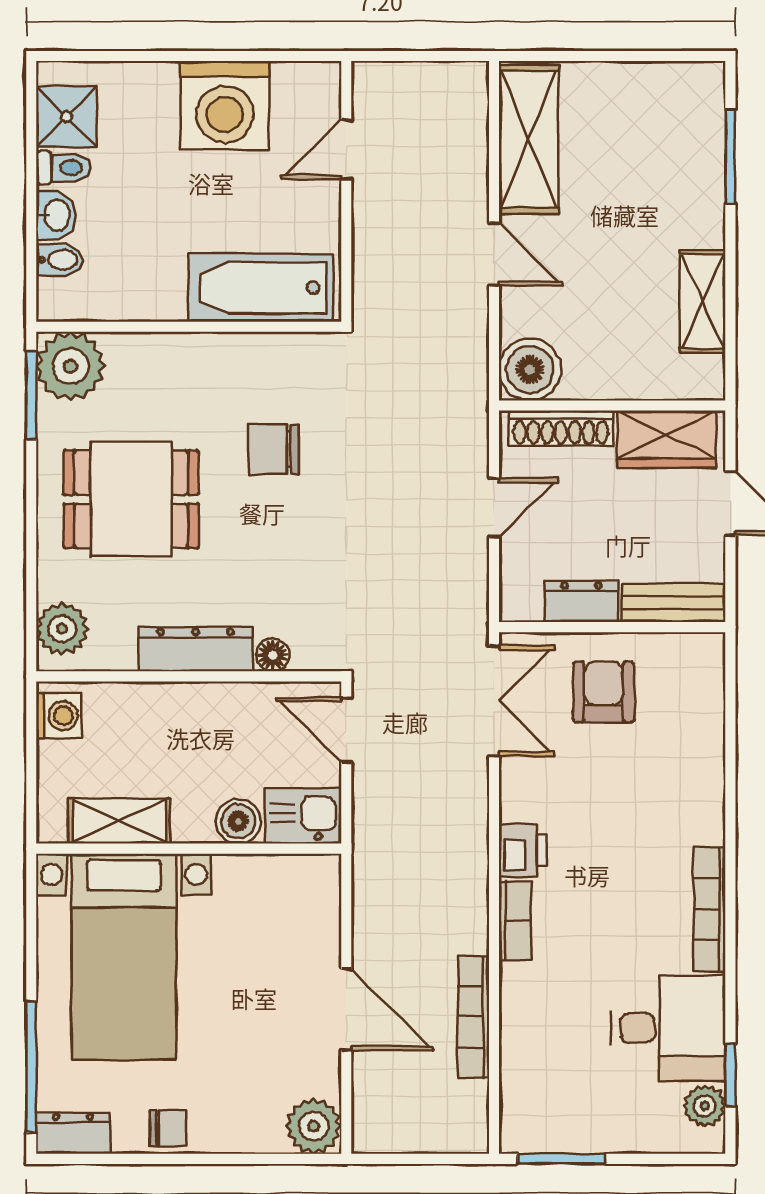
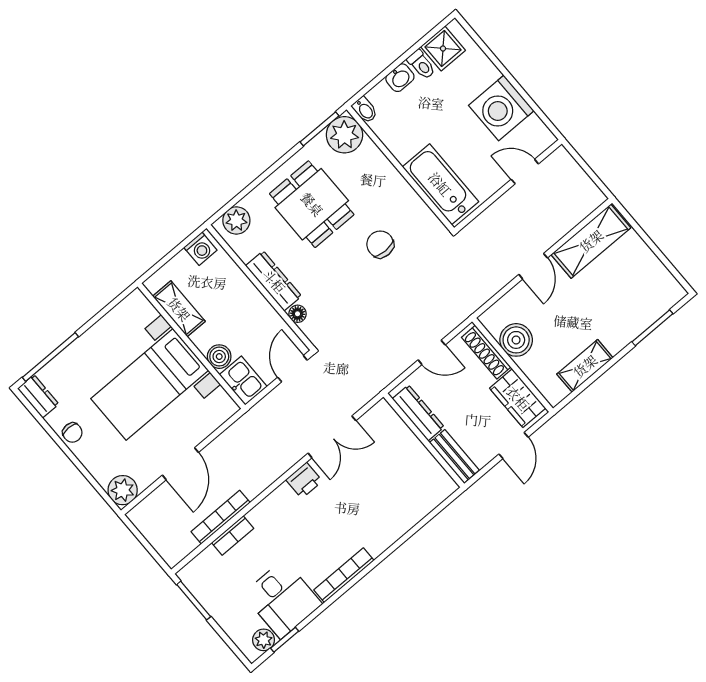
bidet: (59, 260) -> (365, 110), moved
boiler: (530, 370) -> (516, 340), moved
dresser: (582, 602) -> (418, 413), width x1.44
armchair: (604, 692) -> (395, 459), removed
double door: (494, 701) -> (332, 437), moved
bookcase: (515, 921) -> (233, 535), moved
bed with nightstands: (124, 957) -> (150, 384), moved

